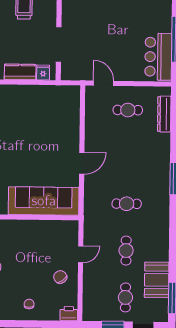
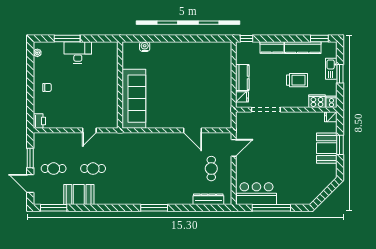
door: (82, 163) -> (192, 130), moved
cafe table: (127, 204) -> (132, 169), removed
door: (81, 254) -> (89, 130), hinge flipped
chair: (60, 277) -> (70, 113), removed
booth: (157, 280) -> (79, 195), moved

